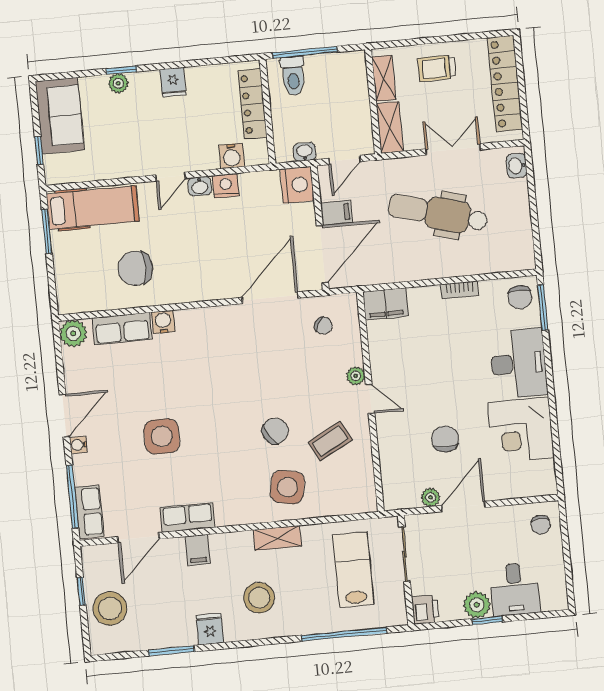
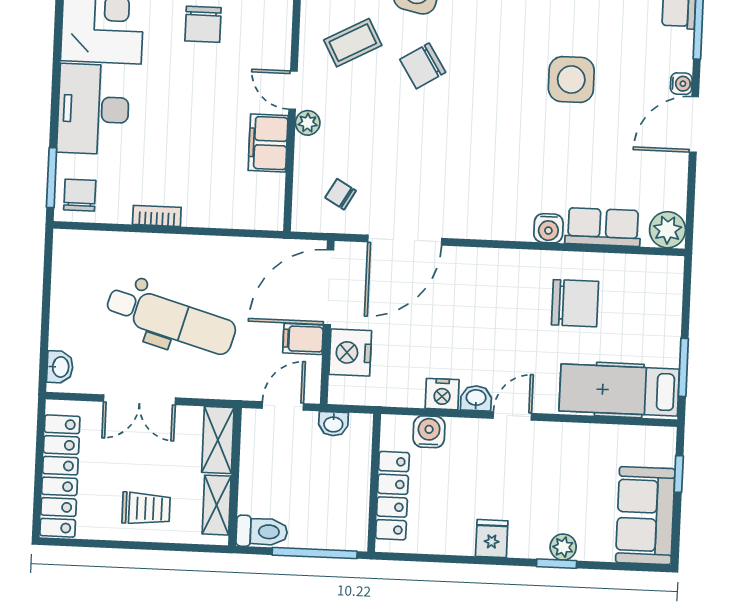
toilet: (293, 76) -> (262, 532), moved, turned 90
nightstand: (297, 185) -> (350, 353), moved
filing cabinet: (386, 304) -> (268, 143), moved, turned -90

